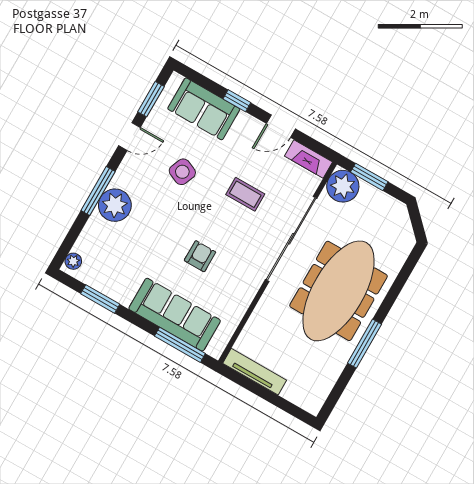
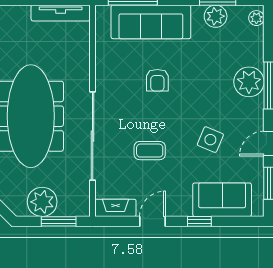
plant: (343, 186) -> (42, 202), moved
plant: (111, 285) -> (216, 16), added

